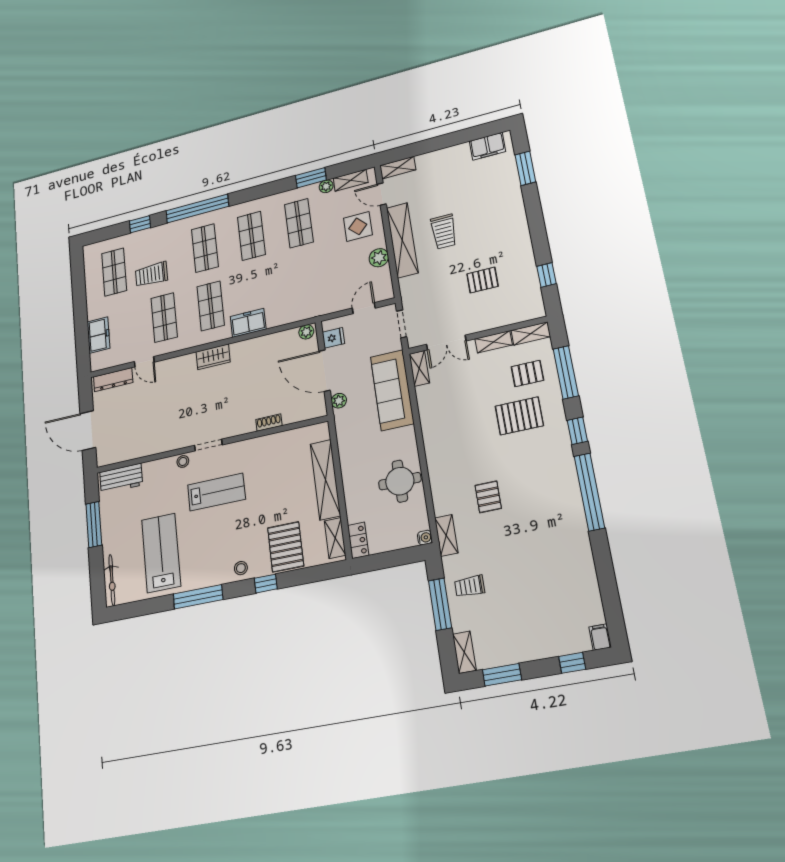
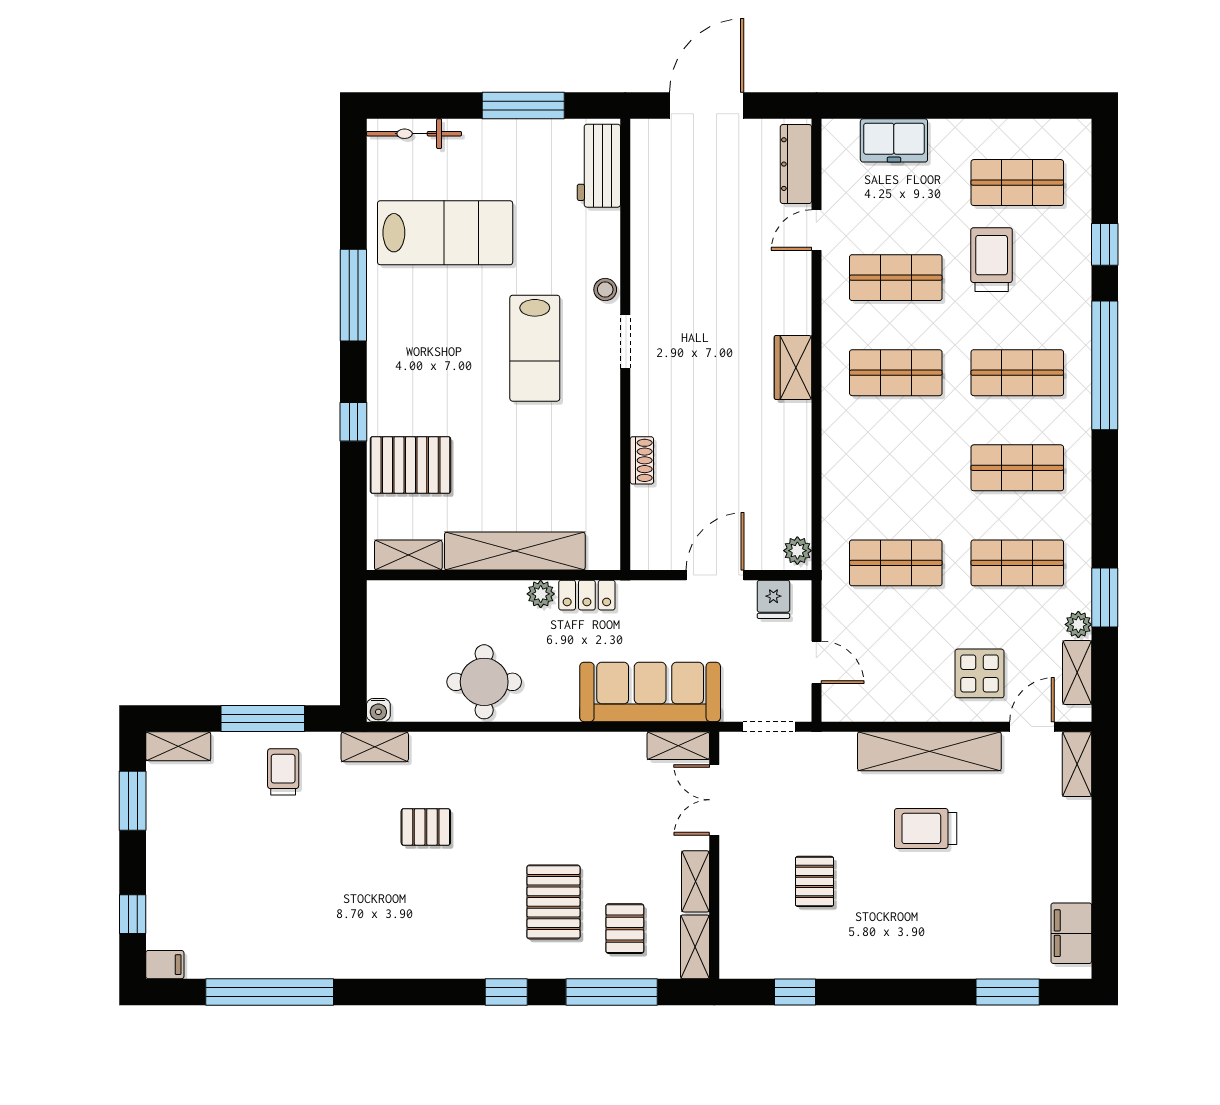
plant: (379, 258) -> (907, 704), removed
shop shelf: (306, 282) -> (896, 563), added
freezer: (248, 323) -> (843, 442), removed
door: (325, 371) -> (715, 575), width x0.73
plant: (339, 401) -> (541, 594), moved
window: (589, 492) -> (270, 992), moved
locker: (358, 540) -> (587, 595), moved
stool: (241, 568) -> (389, 380), removed

